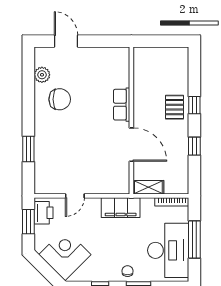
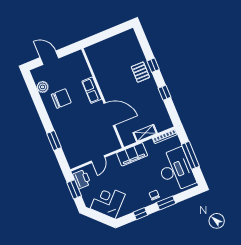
row of seats: (122, 105) -> (92, 90), moved
wall: (131, 121) -> (103, 98), moved
door: (131, 145) -> (109, 114), moved

